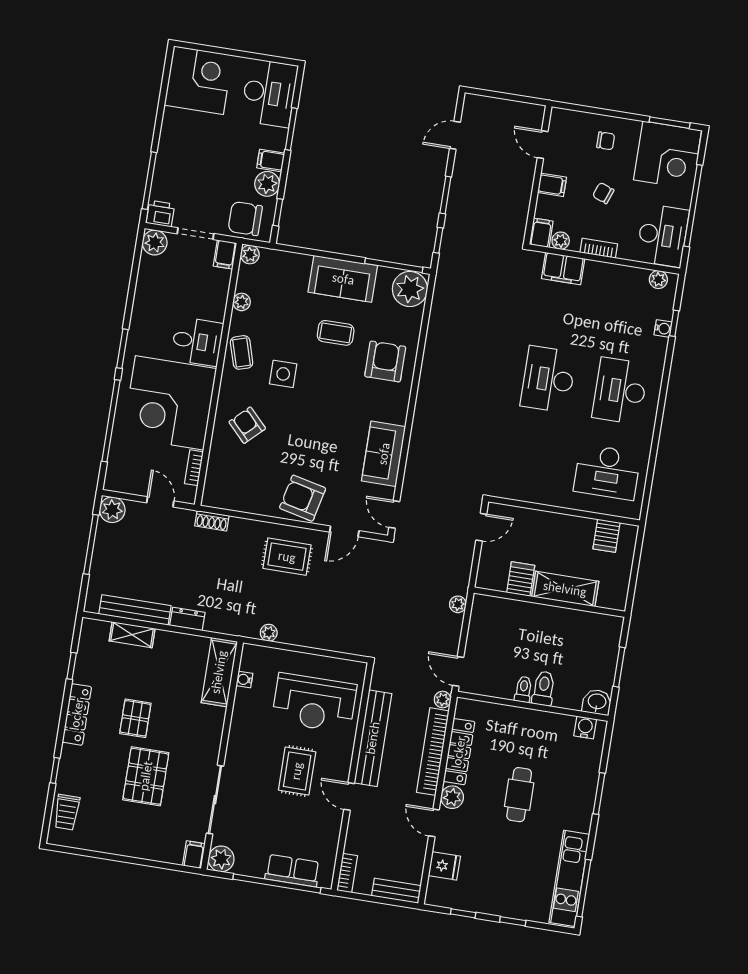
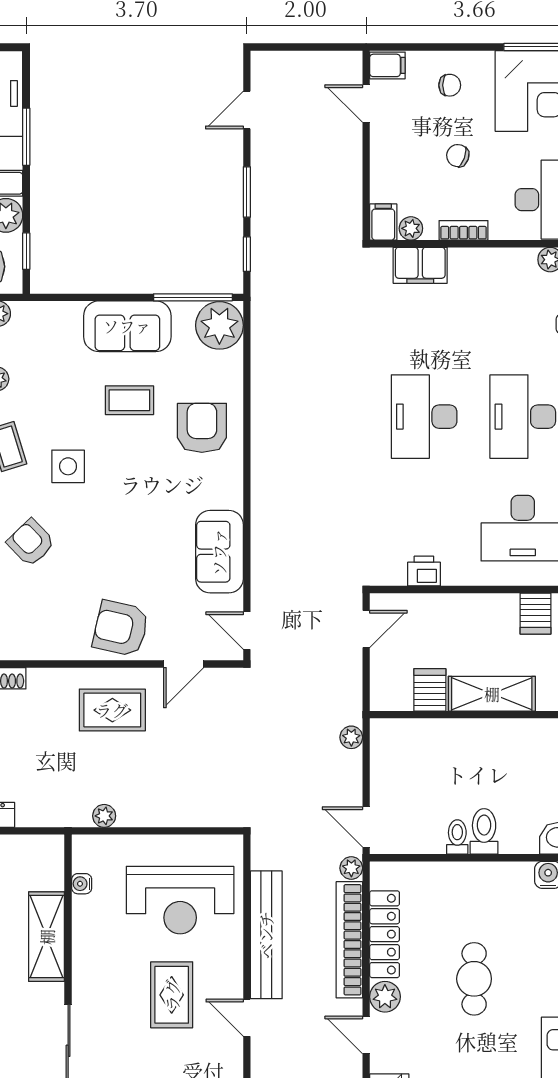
filing cabinet: (552, 185) -> (387, 65), moved
printer: (530, 492) -> (424, 571), added
shelving: (219, 672) -> (47, 937), moved

